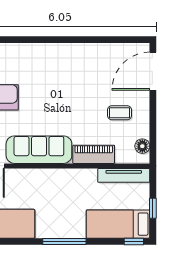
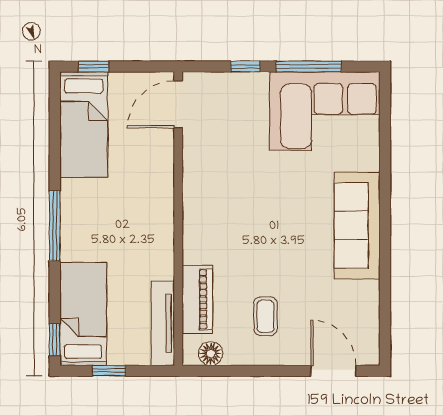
door: (153, 71) -> (333, 371), width x0.73
sofa: (39, 150) -> (357, 226), moved, turned 180
piano: (94, 154) -> (197, 299), moved

